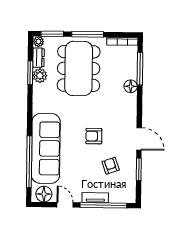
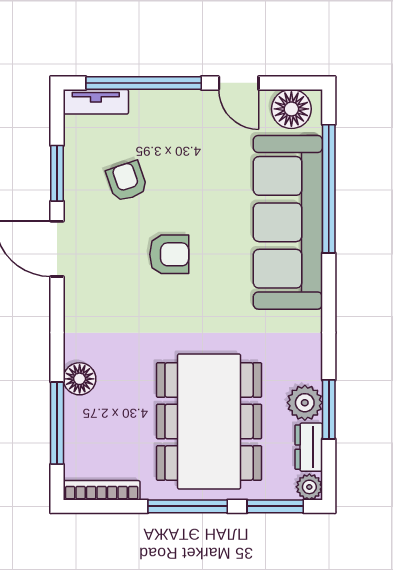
armchair: (111, 166) -> (127, 181), turned 180
tv unit: (95, 198) -> (96, 102), moved

